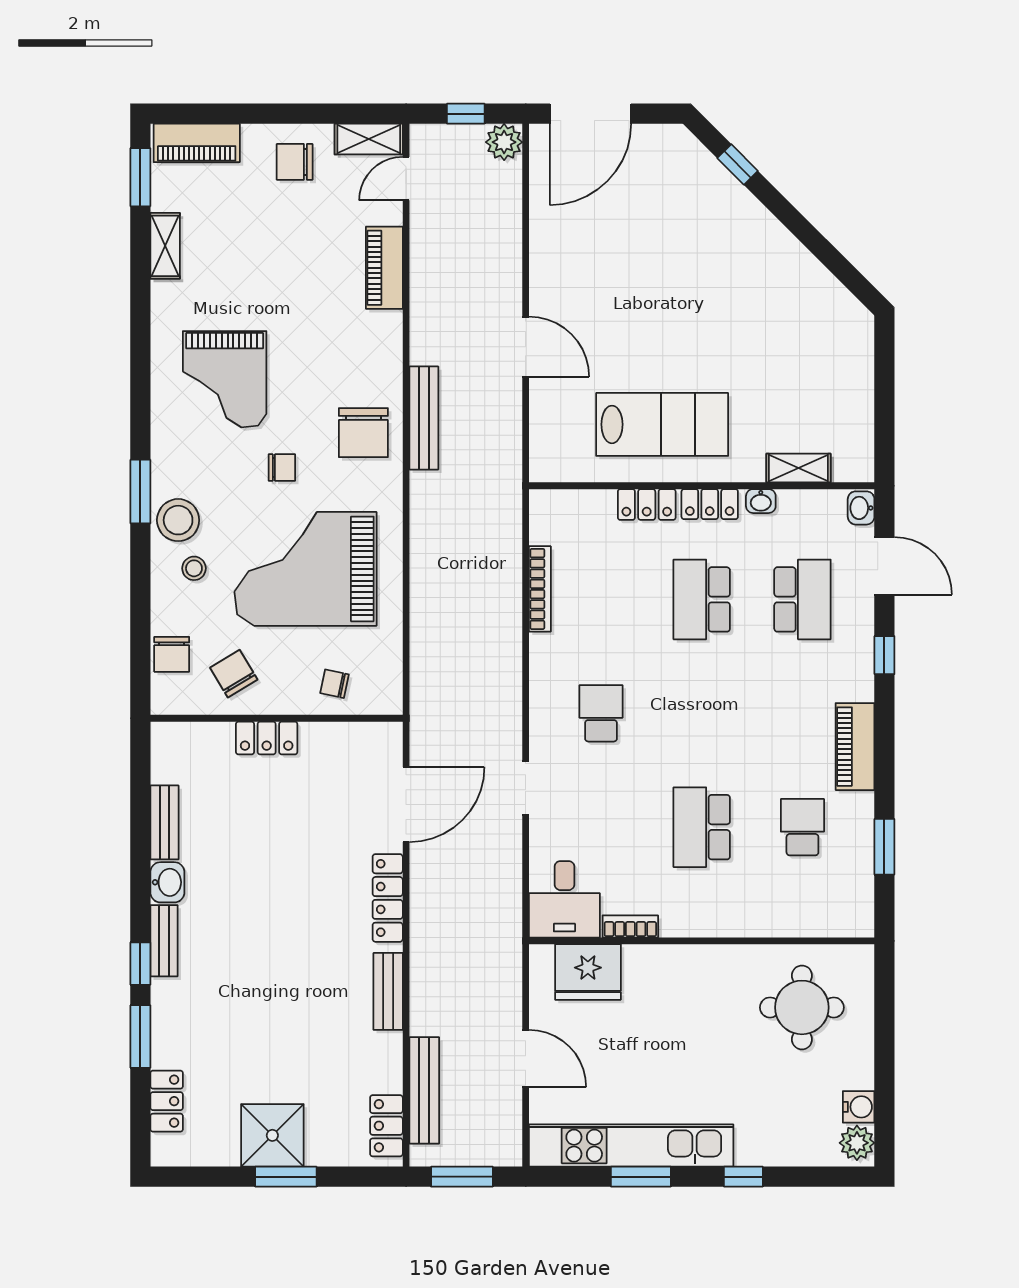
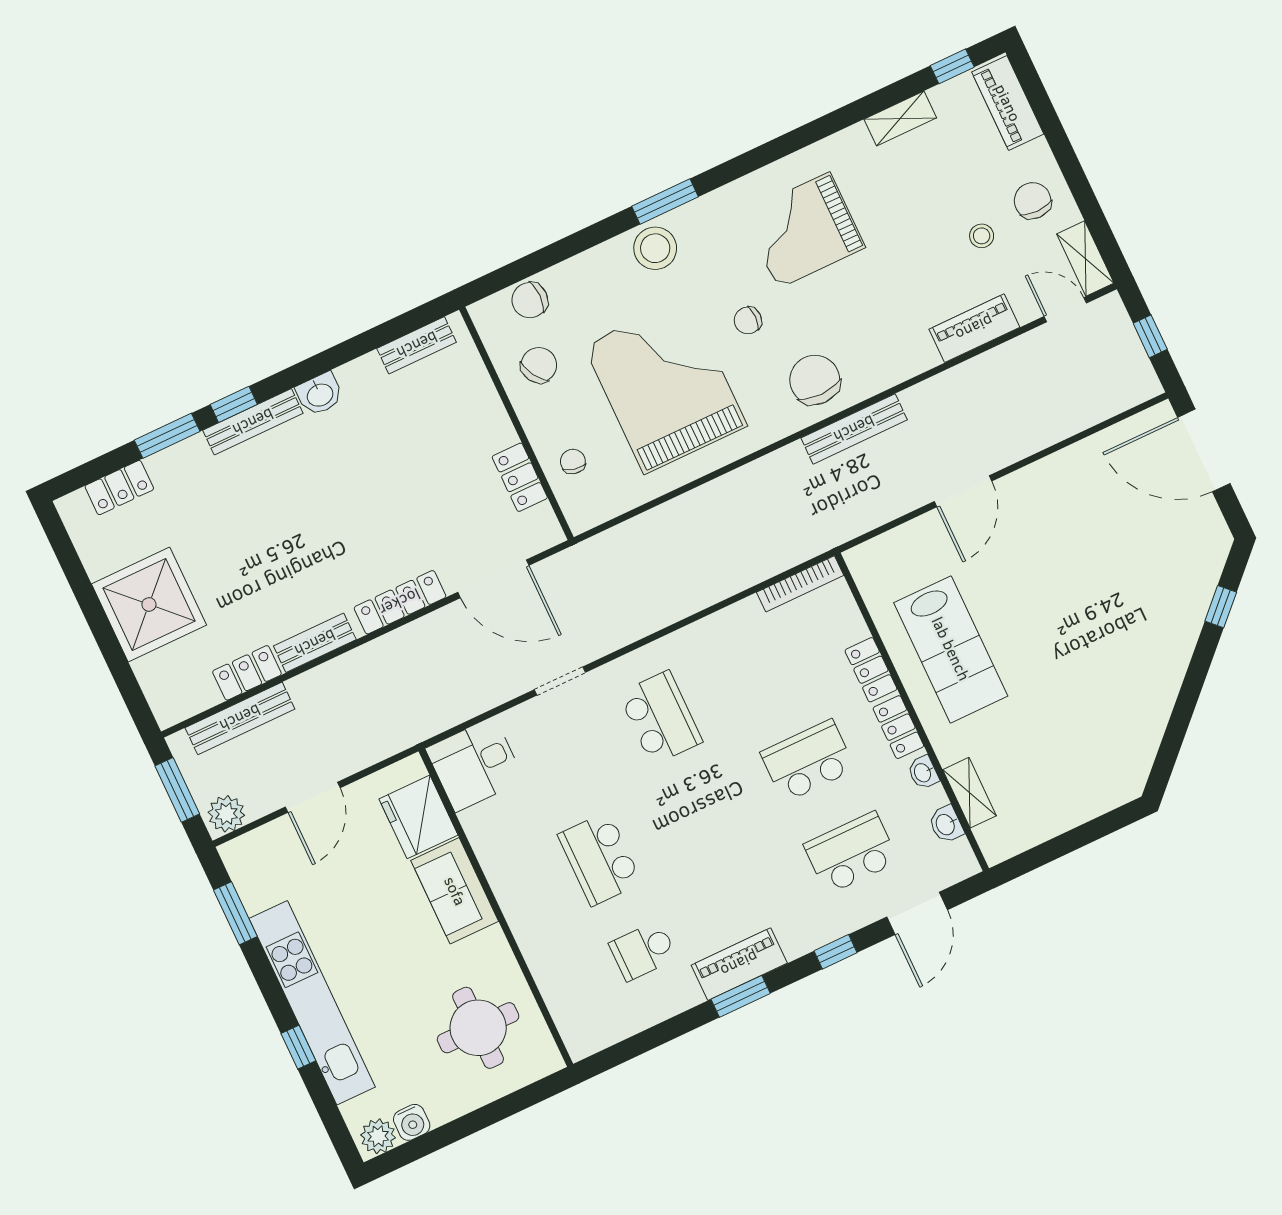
plant: (504, 142) -> (226, 814), moved
window: (140, 177) -> (952, 66), width x0.67
chair: (363, 433) -> (815, 380), turned 90
chair: (282, 467) -> (748, 320), turned 90
washbasin: (861, 508) -> (946, 824), moved, turned -90
stool: (194, 568) -> (982, 236), moved
bookcase: (540, 589) -> (800, 584), moved
school desk: (802, 599) -> (851, 853), turned 180
school desk: (601, 713) -> (660, 718), width x1.85
locker: (267, 738) -> (520, 477), moved
bench: (164, 822) -> (417, 345), moved
school desk: (702, 827) -> (600, 859), turned -90
school desk: (802, 827) -> (643, 951), turned 180
window: (884, 847) -> (741, 996), moved
bookcase: (630, 926) -> (478, 836), removed
bench: (164, 941) -> (253, 422), width x1.36
sofa: (669, 971) -> (455, 891), added
locker: (386, 1126) -> (247, 673), moved
shower: (272, 1135) -> (149, 604), width x1.37, depth x1.37
kitchen unit: (631, 1146) -> (312, 1003), moved
window: (286, 1177) -> (102, 629), removed
window: (641, 1177) -> (235, 913), moved

